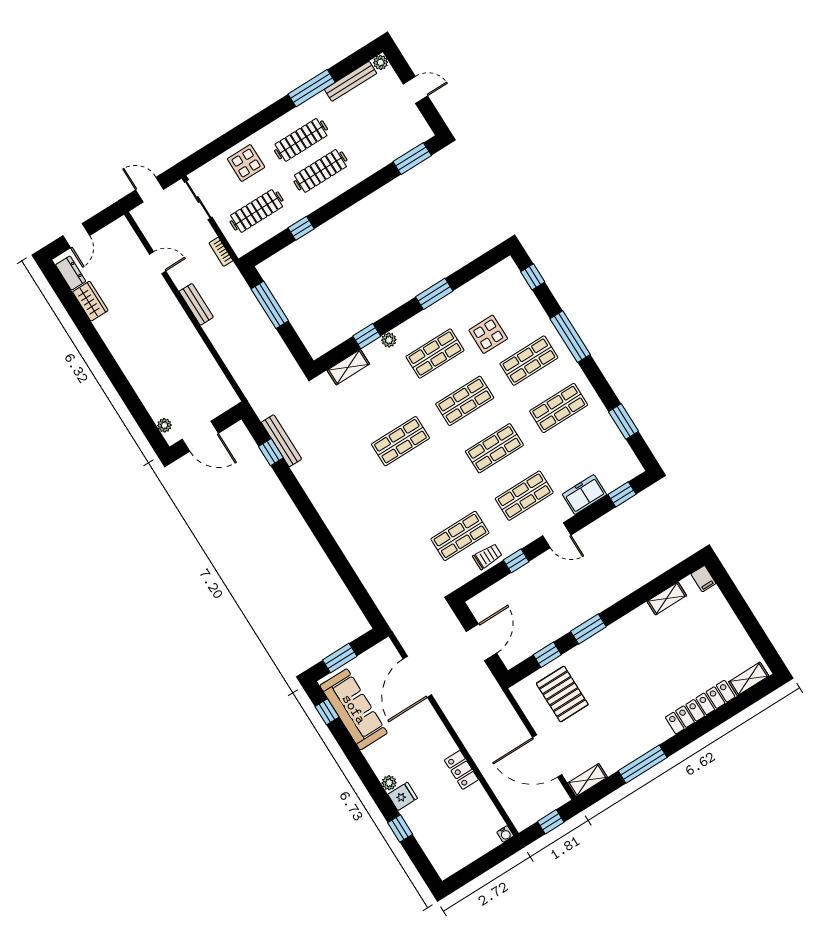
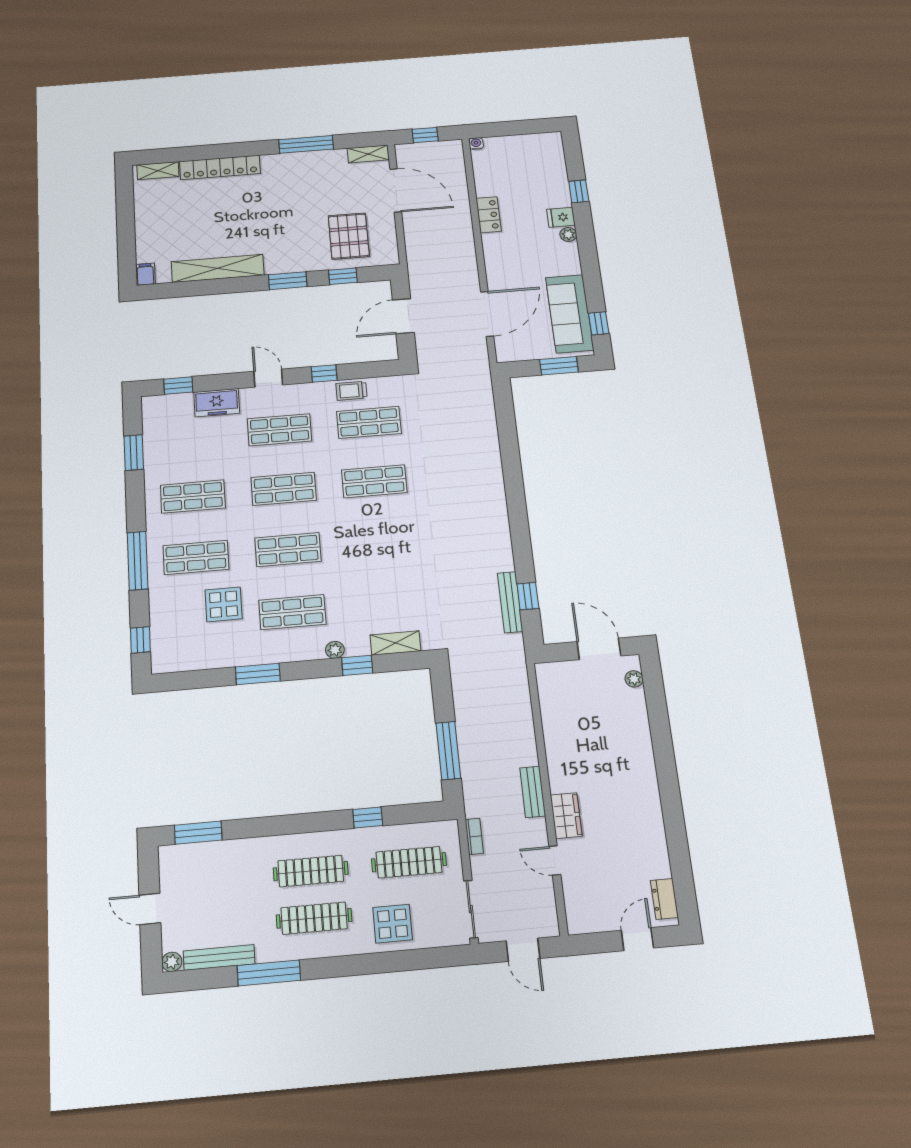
wardrobe: (90, 301) -> (566, 816), moved, turned 180
shop shelf: (401, 441) -> (374, 481), moved
shelving: (667, 598) -> (218, 268), width x2.20, depth x1.33

